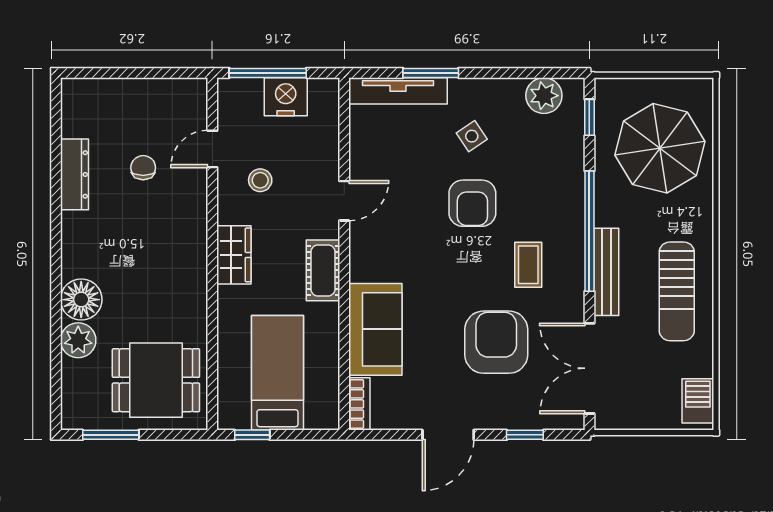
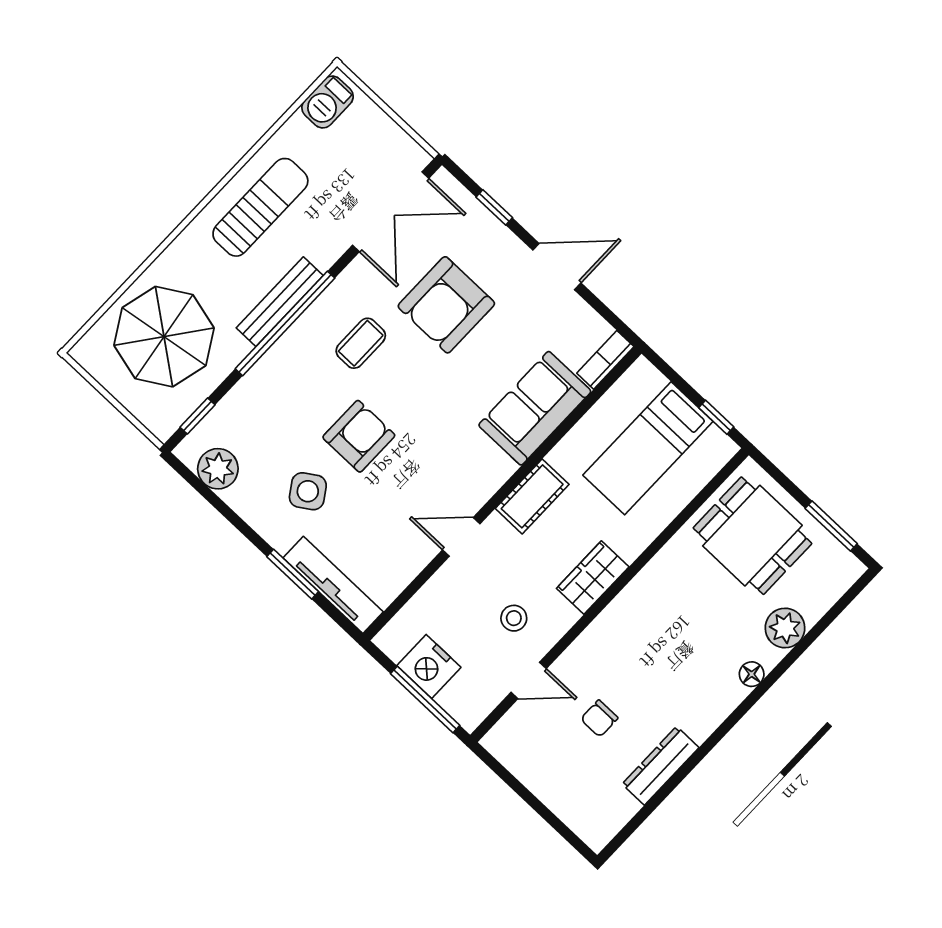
side table: (472, 136) -> (308, 491), width x1.37, depth x1.37
bench: (606, 272) -> (280, 302), moved
floor lamp: (81, 300) -> (752, 674), width x0.53, depth x0.53

